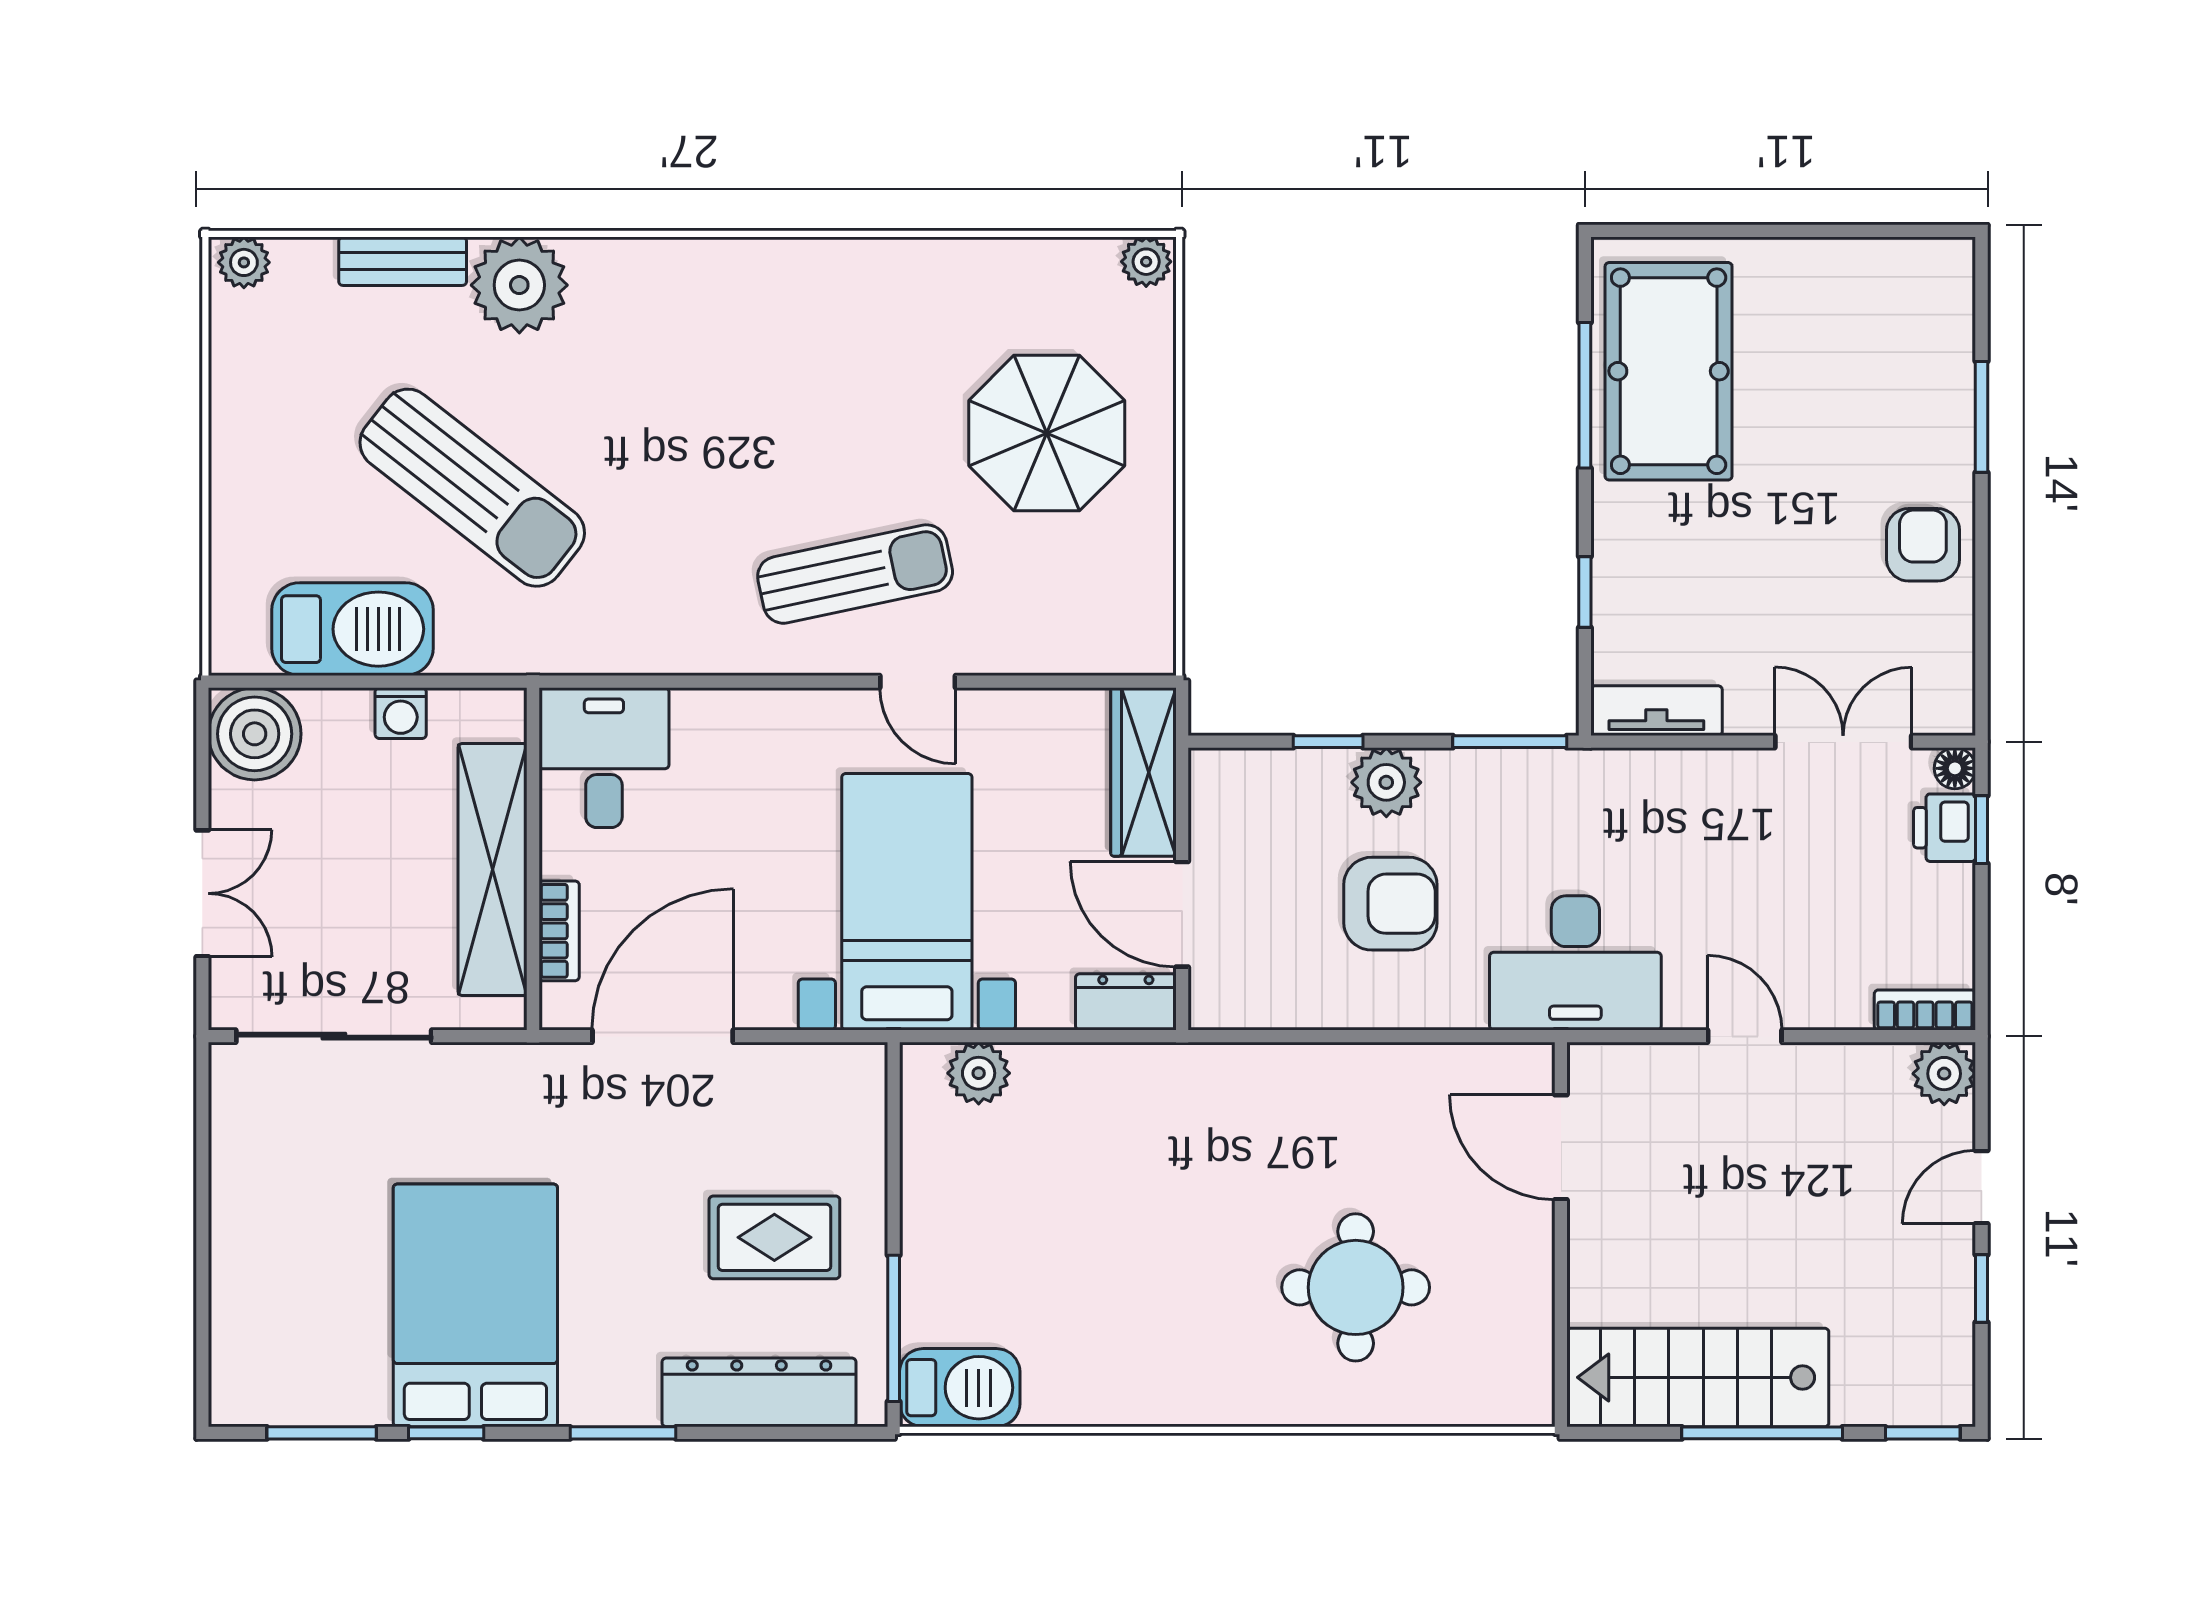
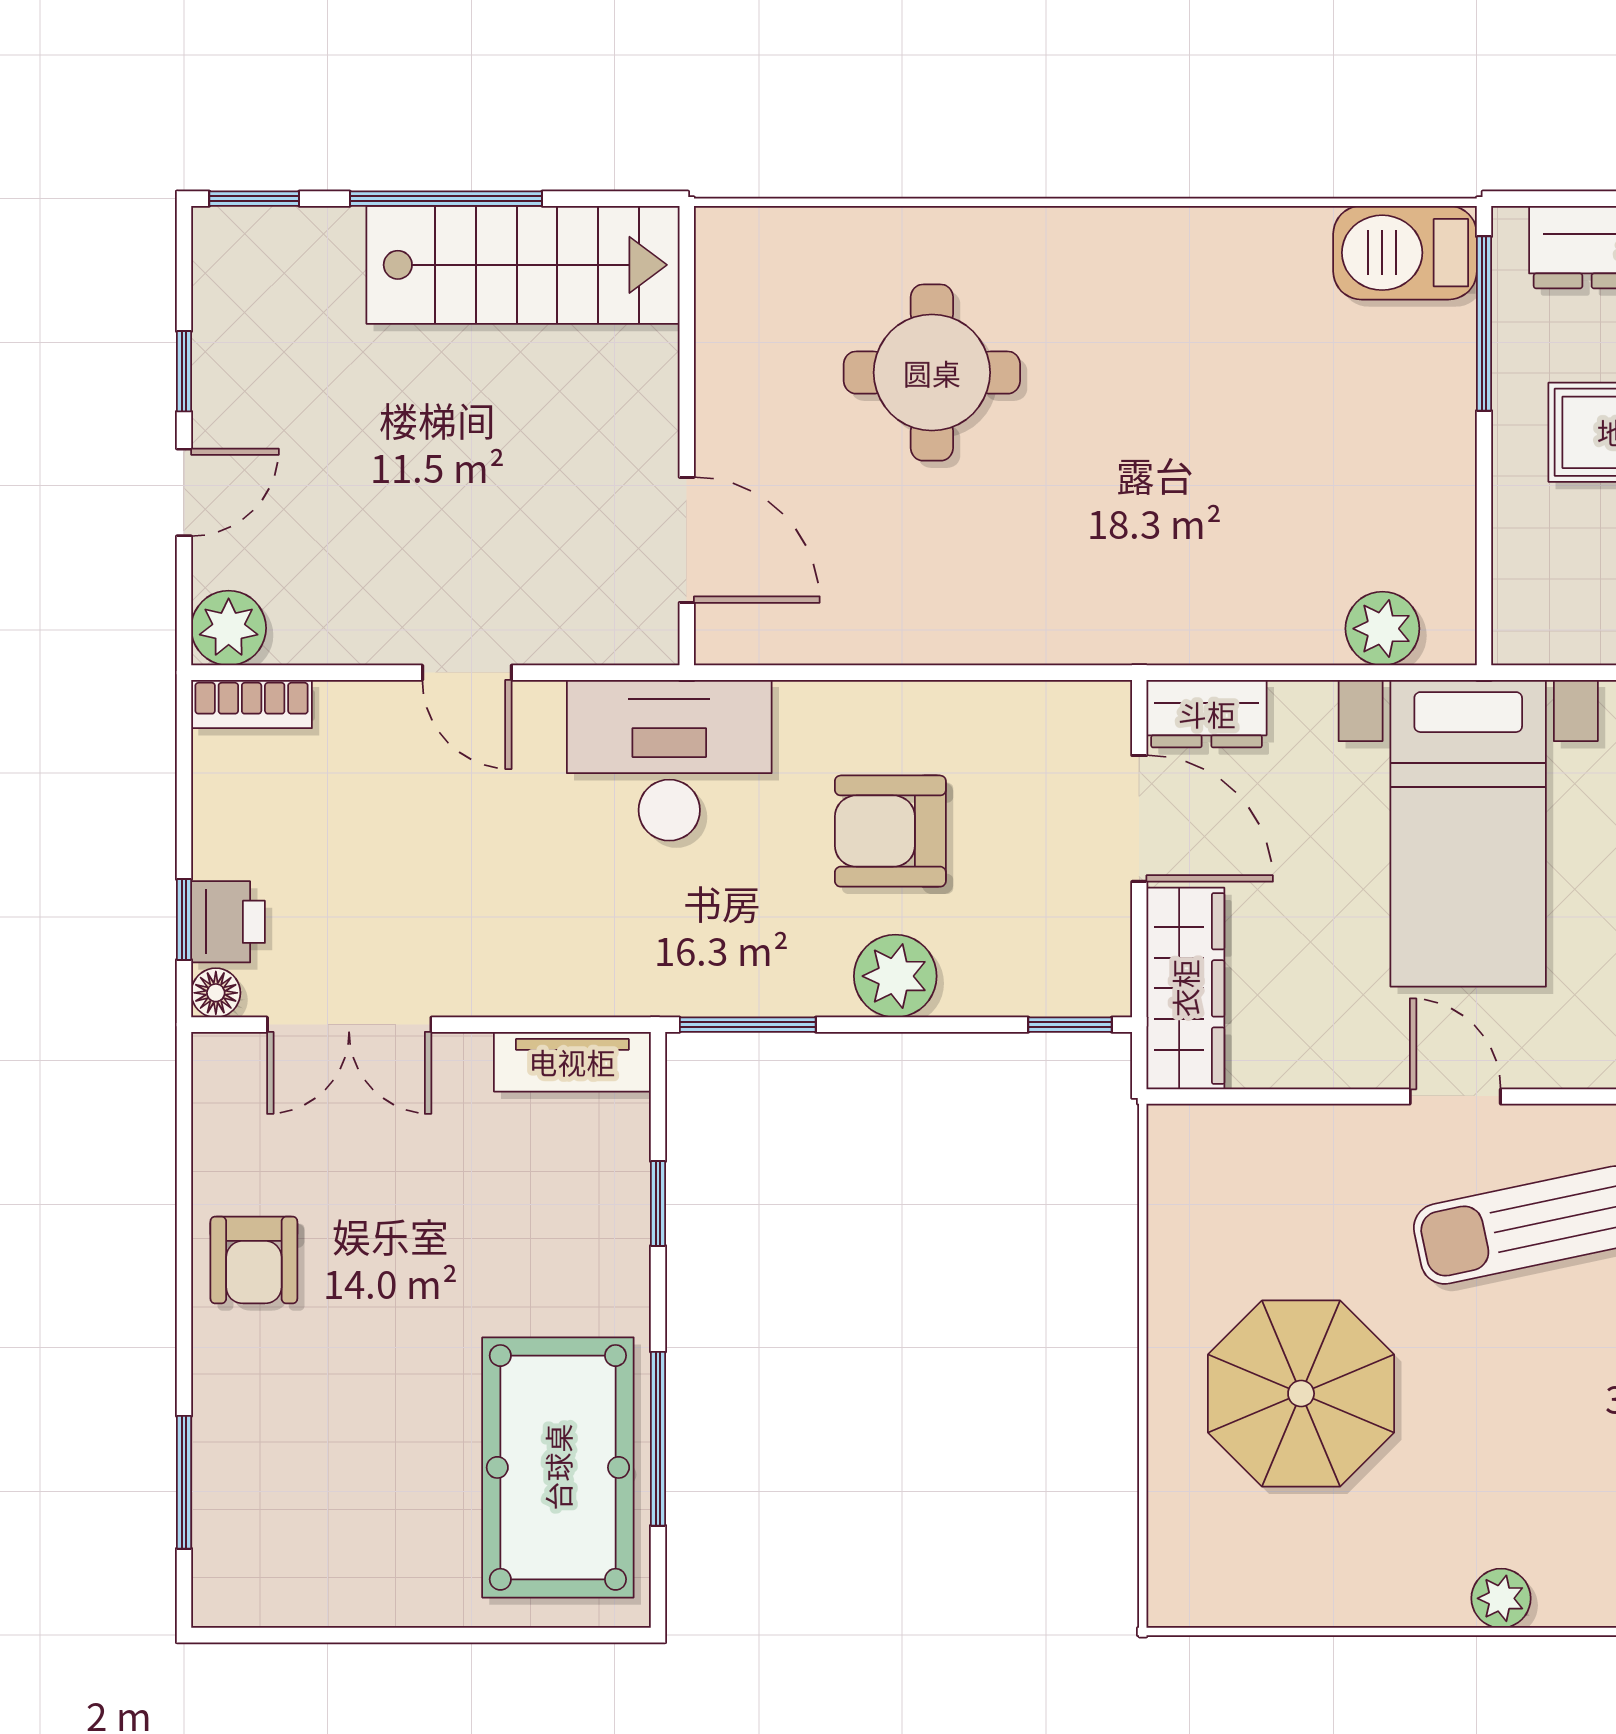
plant: (1146, 262) -> (1501, 1598), moved
window: (1981, 417) -> (184, 1482), moved
window: (1328, 742) -> (1070, 1025), moved

